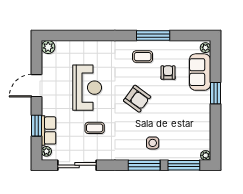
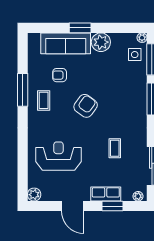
plant: (205, 48) -> (101, 42), moved, width x1.87, depth x1.87
sofa: (200, 72) -> (66, 43), width x1.36
reception desk: (87, 88) -> (58, 156), moved
row of seats: (49, 130) -> (106, 194), moved
side table: (153, 143) -> (135, 55), moved

